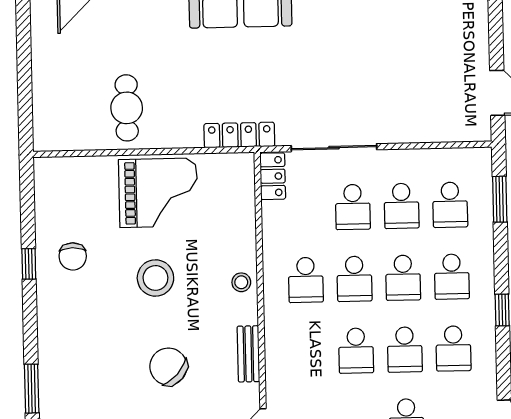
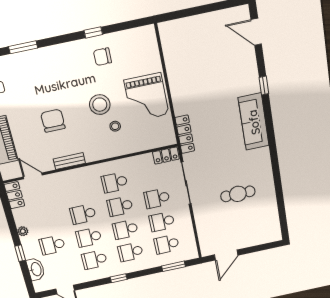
cafe table: (127, 108) -> (238, 194), moved
stool: (241, 282) -> (115, 126), moved
chair: (168, 367) -> (53, 121), turned -42

